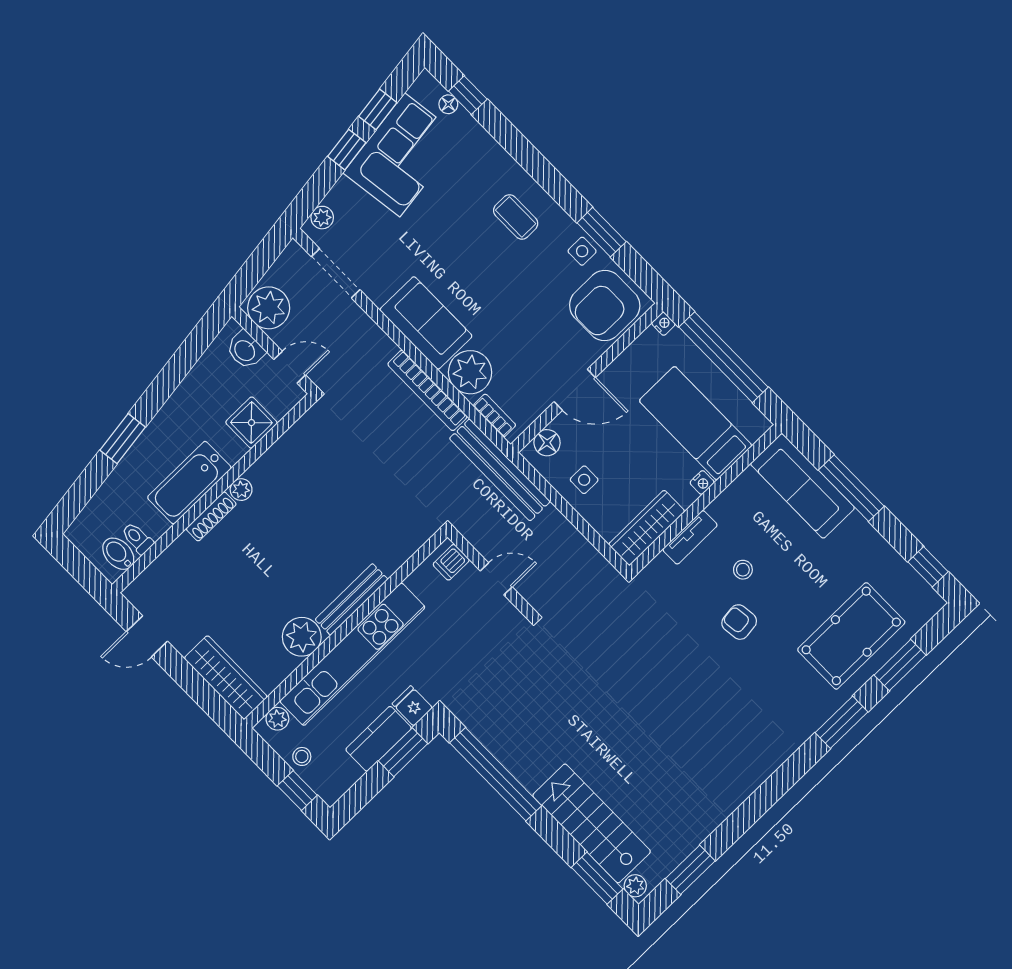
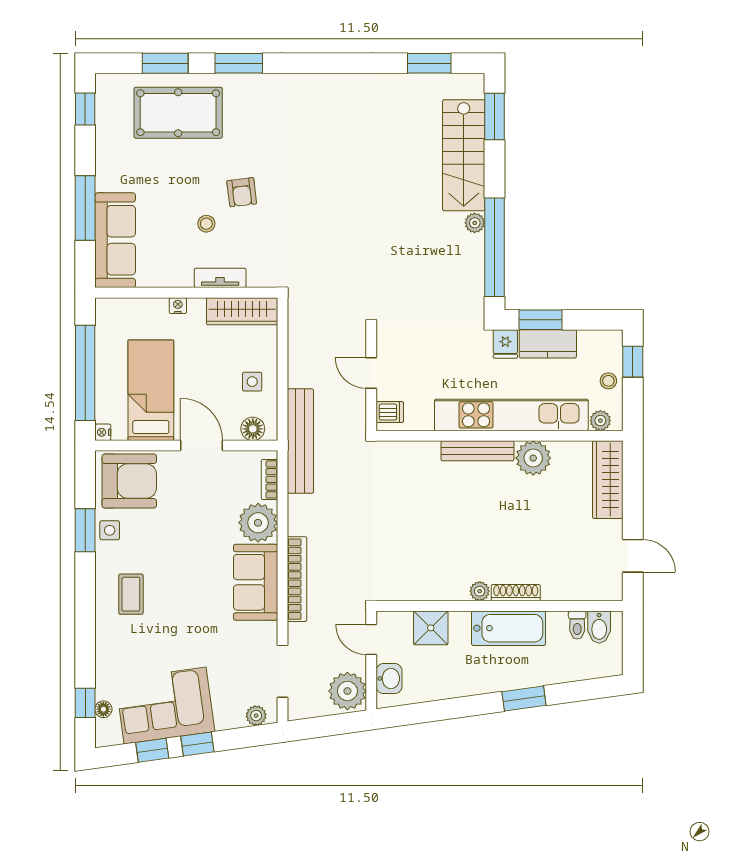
bookcase: (427, 390) -> (297, 579), moved
bed: (696, 423) -> (151, 390), moved, turned 180
plant: (635, 886) -> (475, 223), moved

